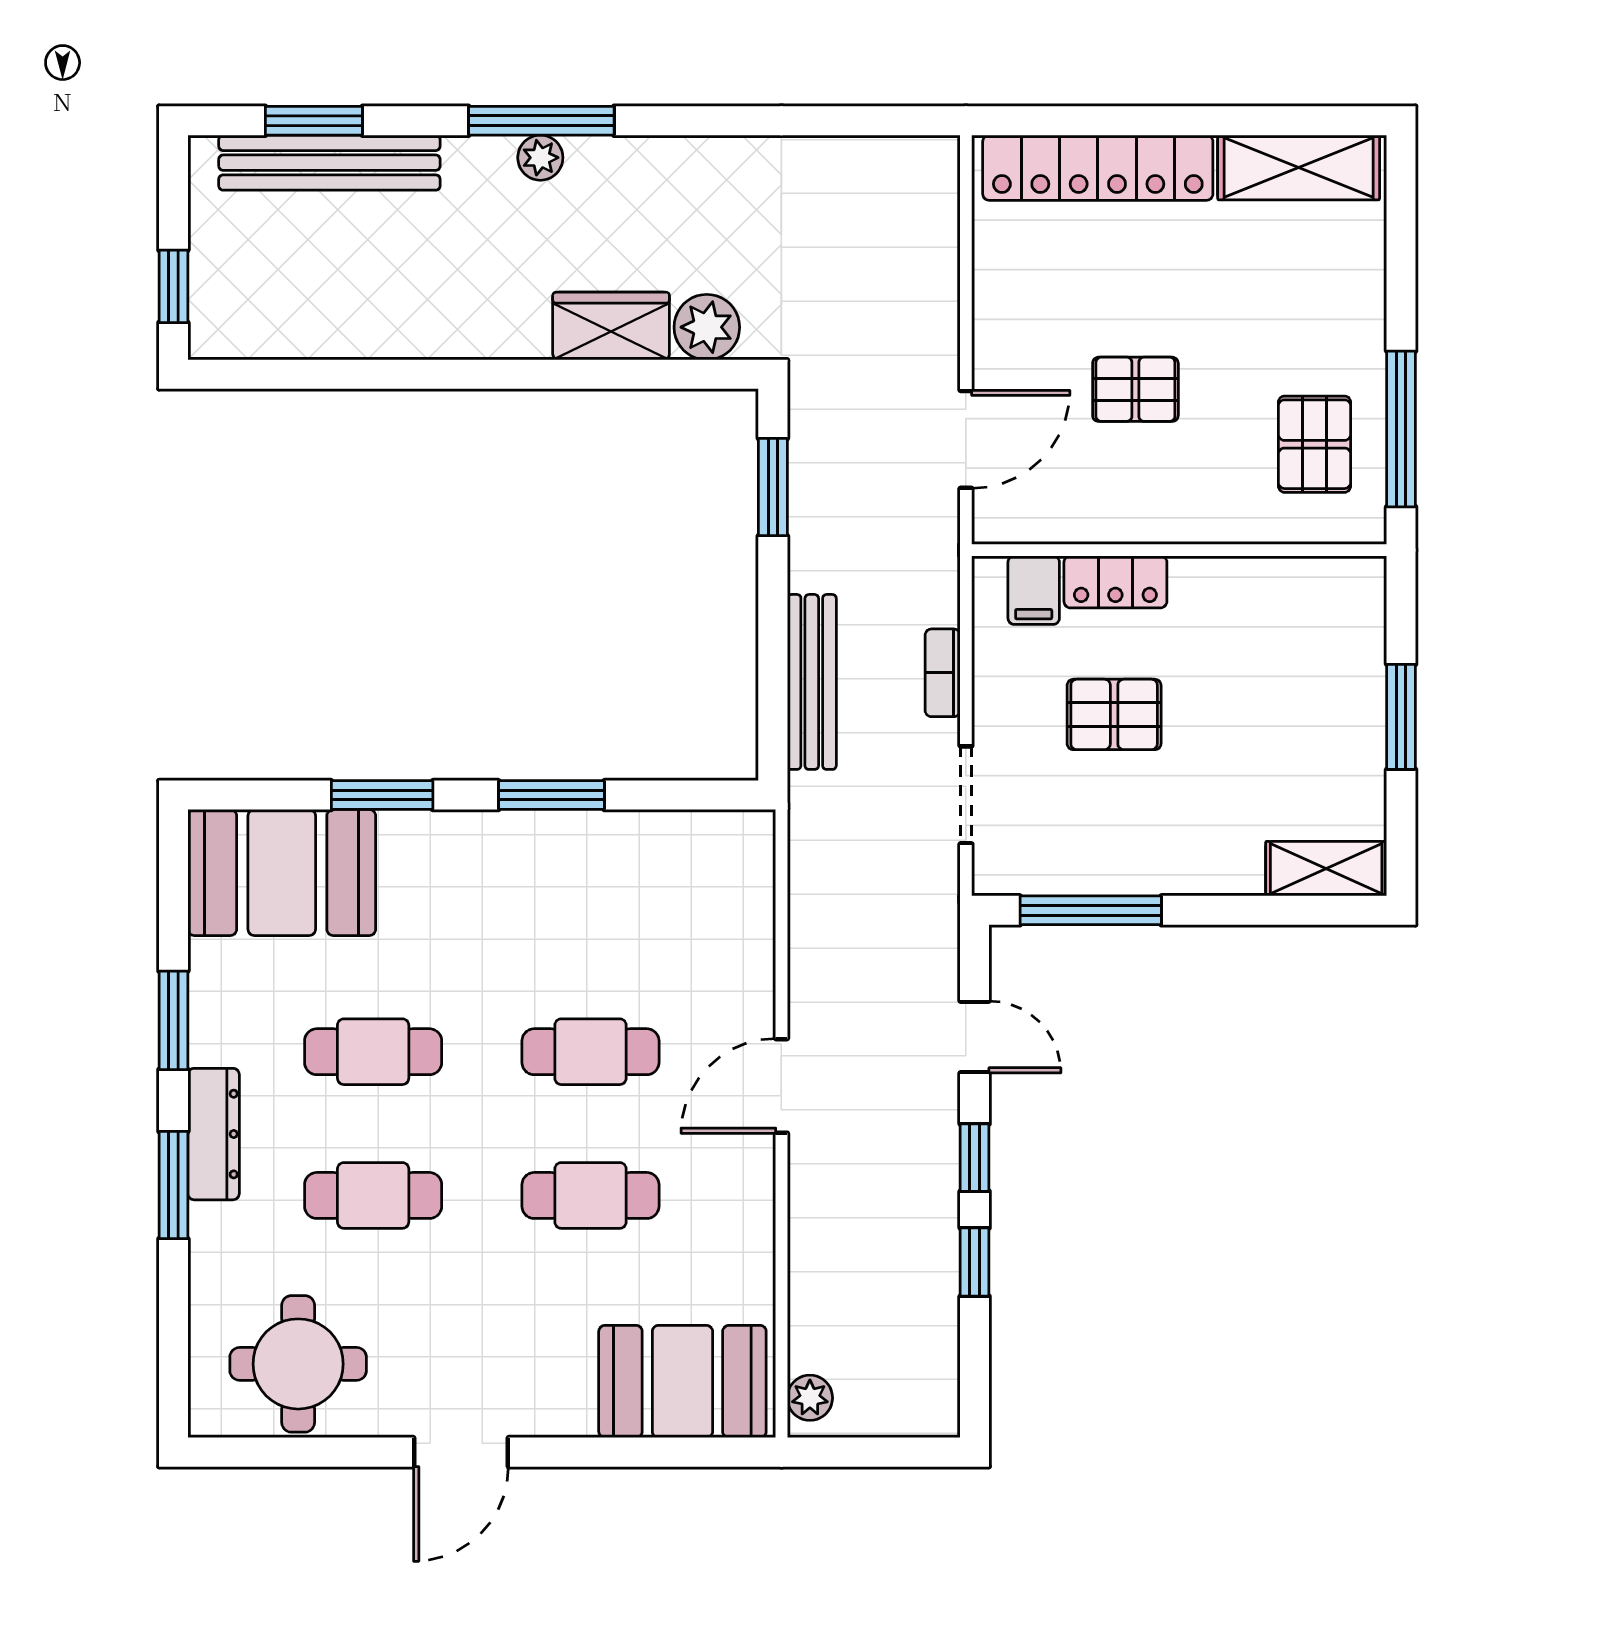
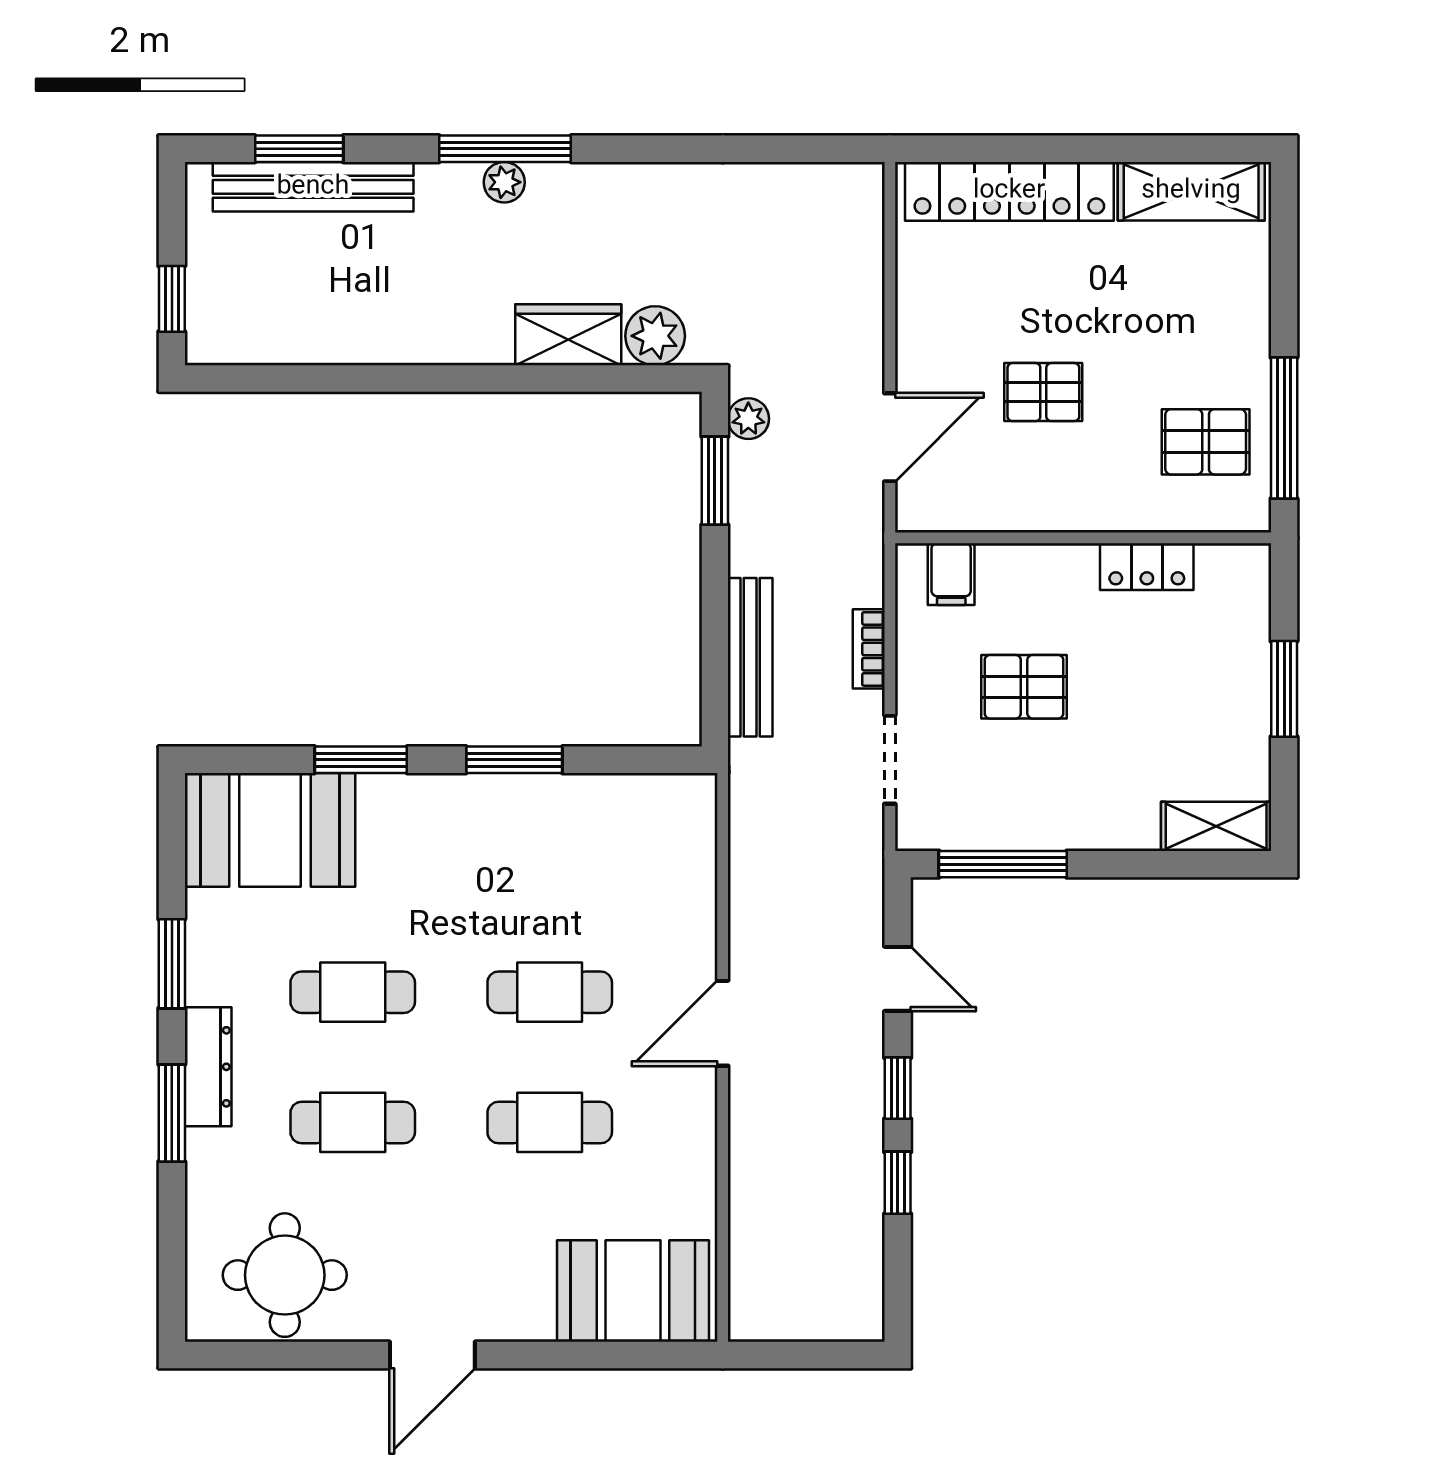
pallet: (1315, 444) -> (1206, 442), turned 90
locker: (1115, 582) -> (1147, 567), moved
plant: (810, 1398) -> (748, 419), moved

